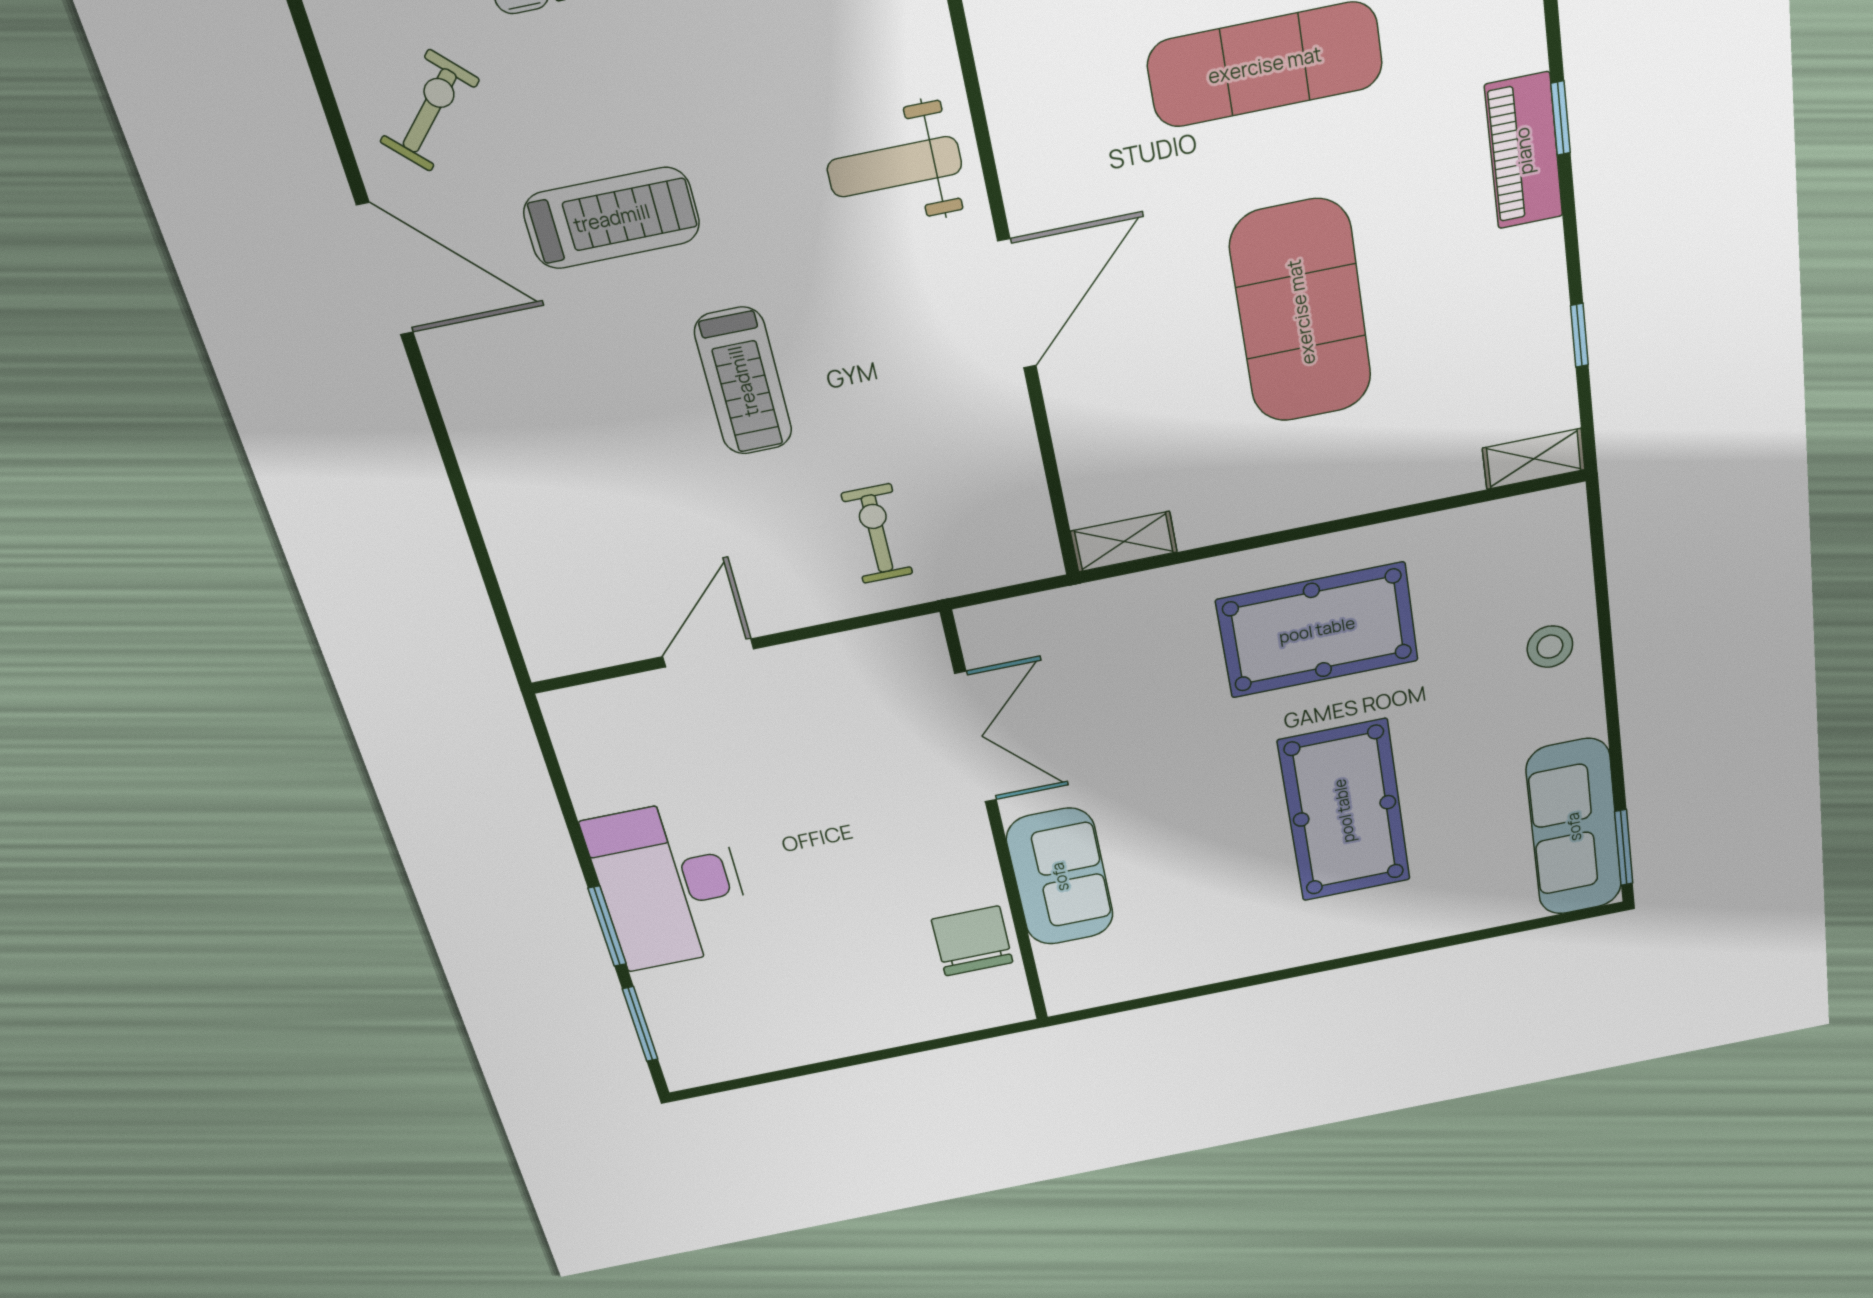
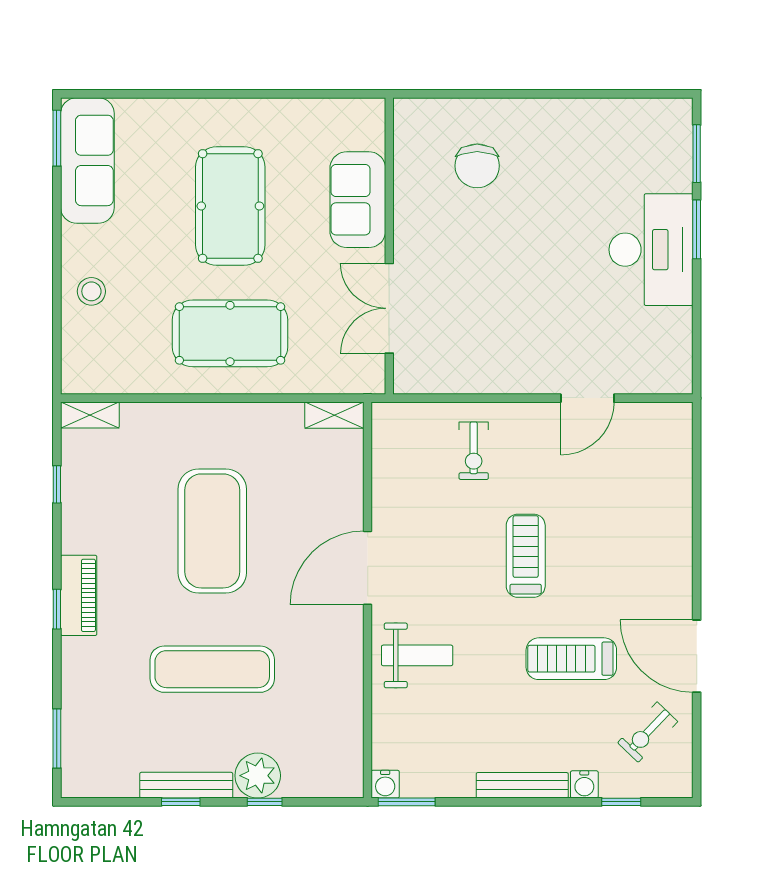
double door: (976, 737) -> (389, 308), moved
wall: (996, 824) -> (389, 246), moved
sofa: (1060, 877) -> (358, 200), moved

